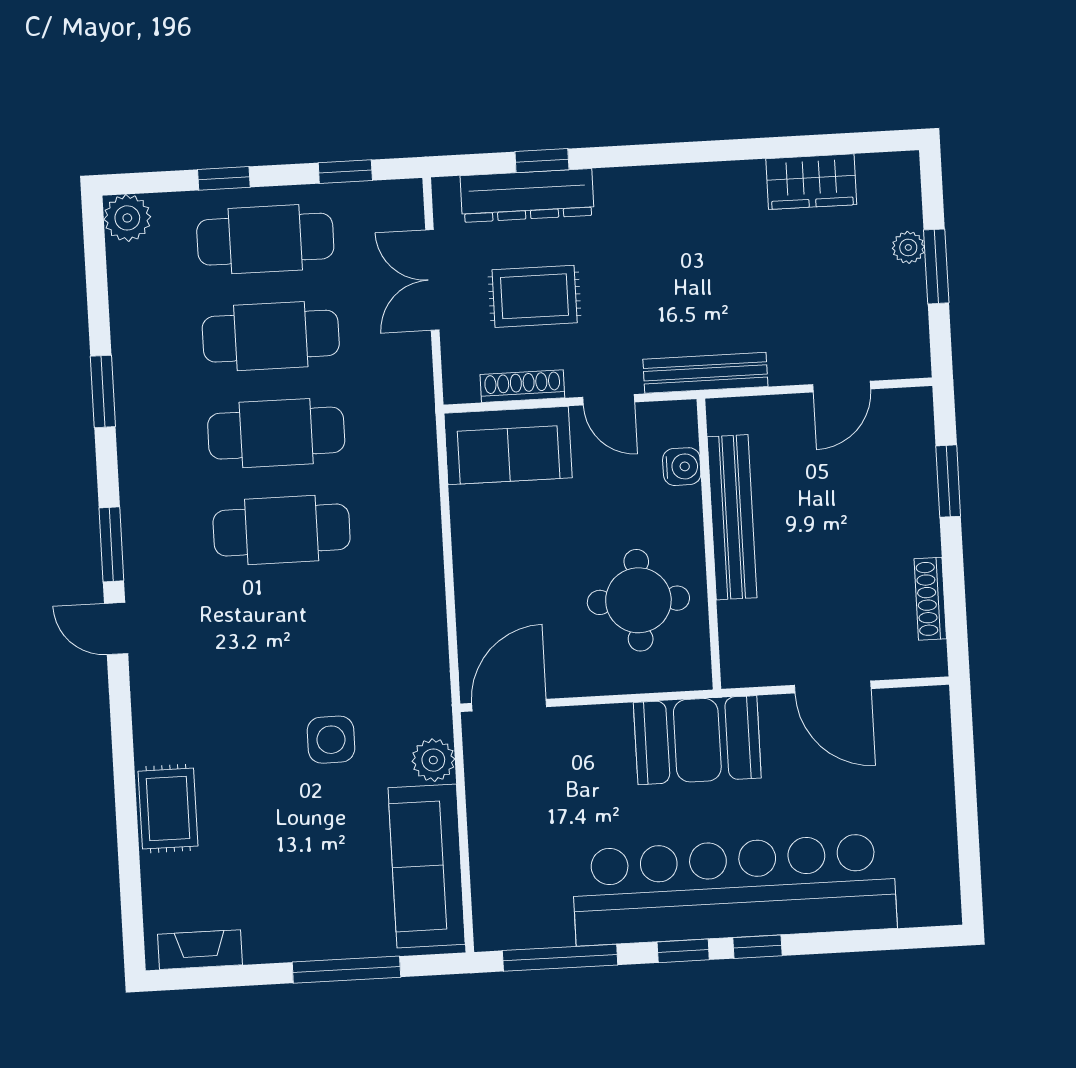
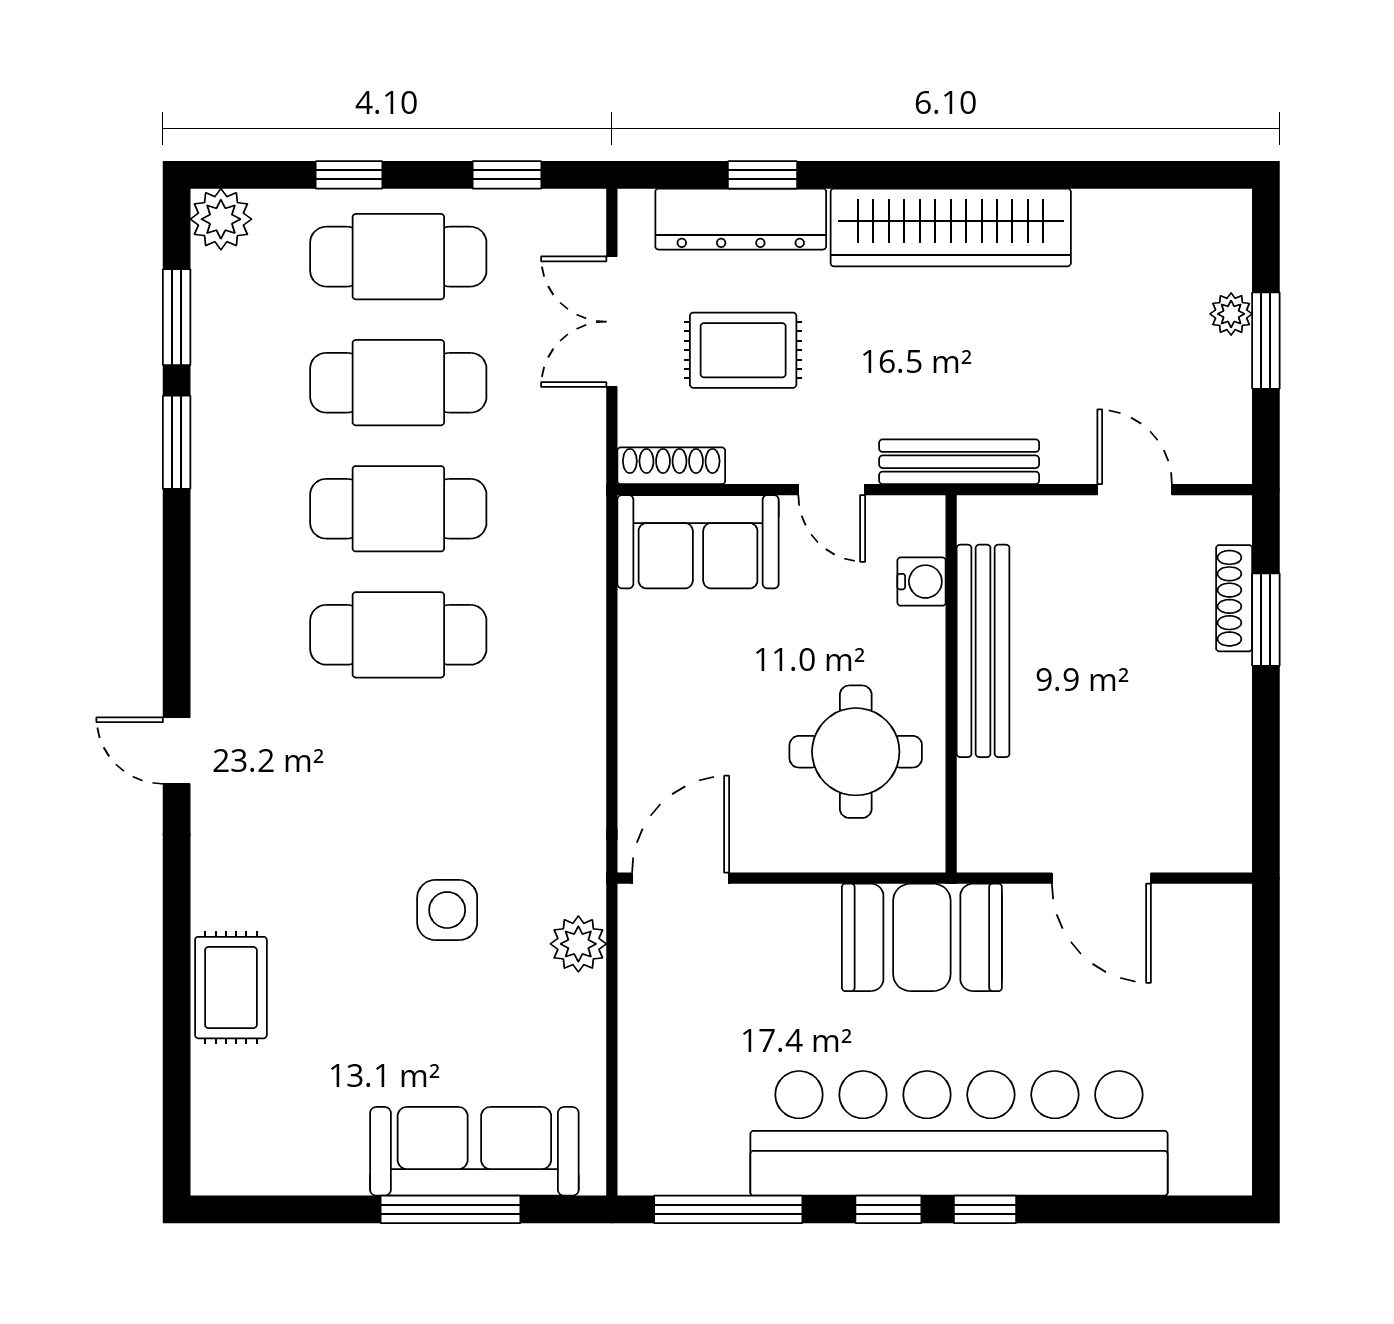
wardrobe: (811, 182) -> (951, 227), moved, width x2.10, depth x1.17
shoe rack: (522, 386) -> (671, 466), moved
door: (842, 387) -> (1135, 490), swing flipped
window: (111, 544) -> (177, 317), moved
shoe rack: (930, 599) -> (1234, 598), moved
sofa: (427, 866) -> (474, 1151), moved, turned 90
fireplace: (200, 950) -> (262, 1173), removed

